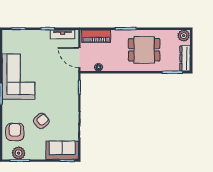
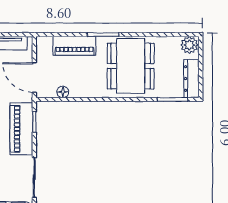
piano: (96, 36) -> (74, 46), moved
dining table: (144, 50) -> (131, 66), width x1.38
piano: (71, 92) -> (21, 129), added

